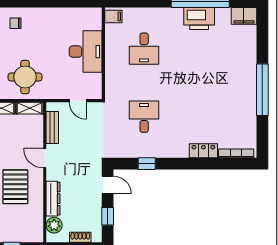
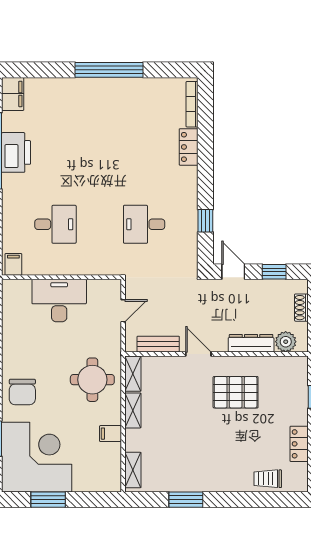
chair: (16, 23) -> (22, 392), width x1.87, depth x1.87
door: (45, 158) -> (198, 354), swing flipped
door: (108, 185) -> (233, 272), hinge flipped

